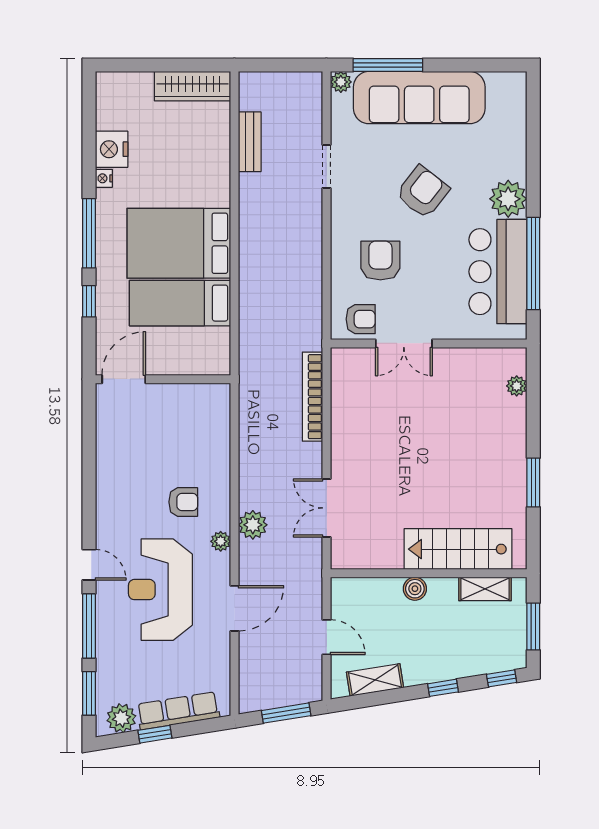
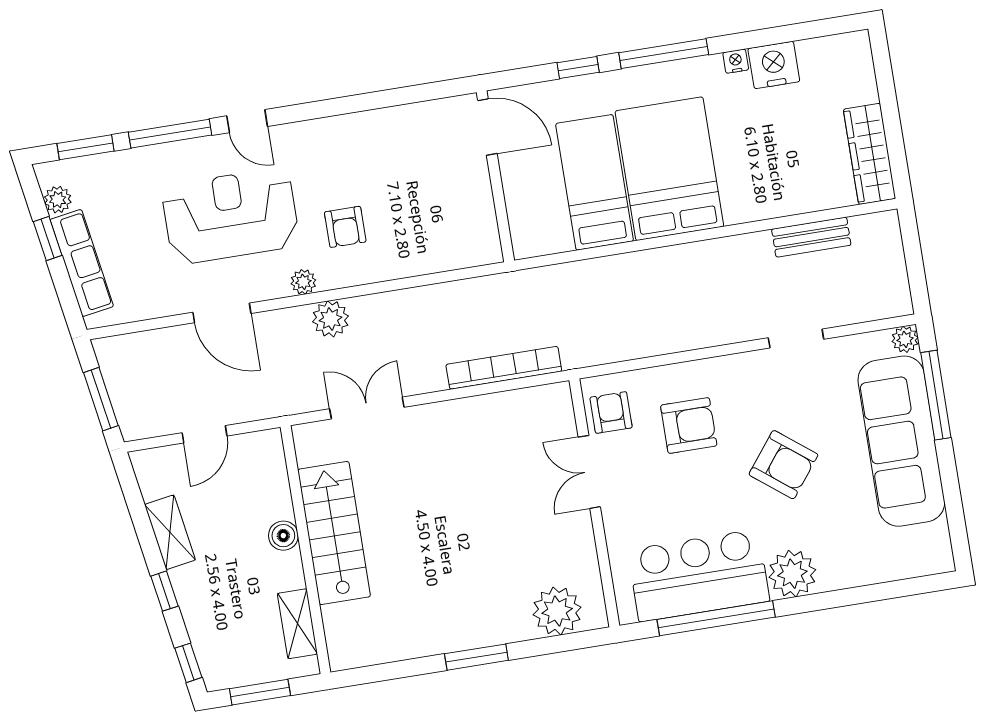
armchair: (361, 319) -> (611, 413), turned 180
plant: (517, 386) -> (557, 611), width x1.88, depth x1.88
window: (533, 483) -> (476, 657), moved
stairs: (458, 549) -> (334, 533), moved
door: (89, 565) -> (247, 121), hinge flipped
shelving: (375, 680) -> (170, 532), moved
plant: (121, 718) -> (58, 200), width x0.73, depth x0.73

